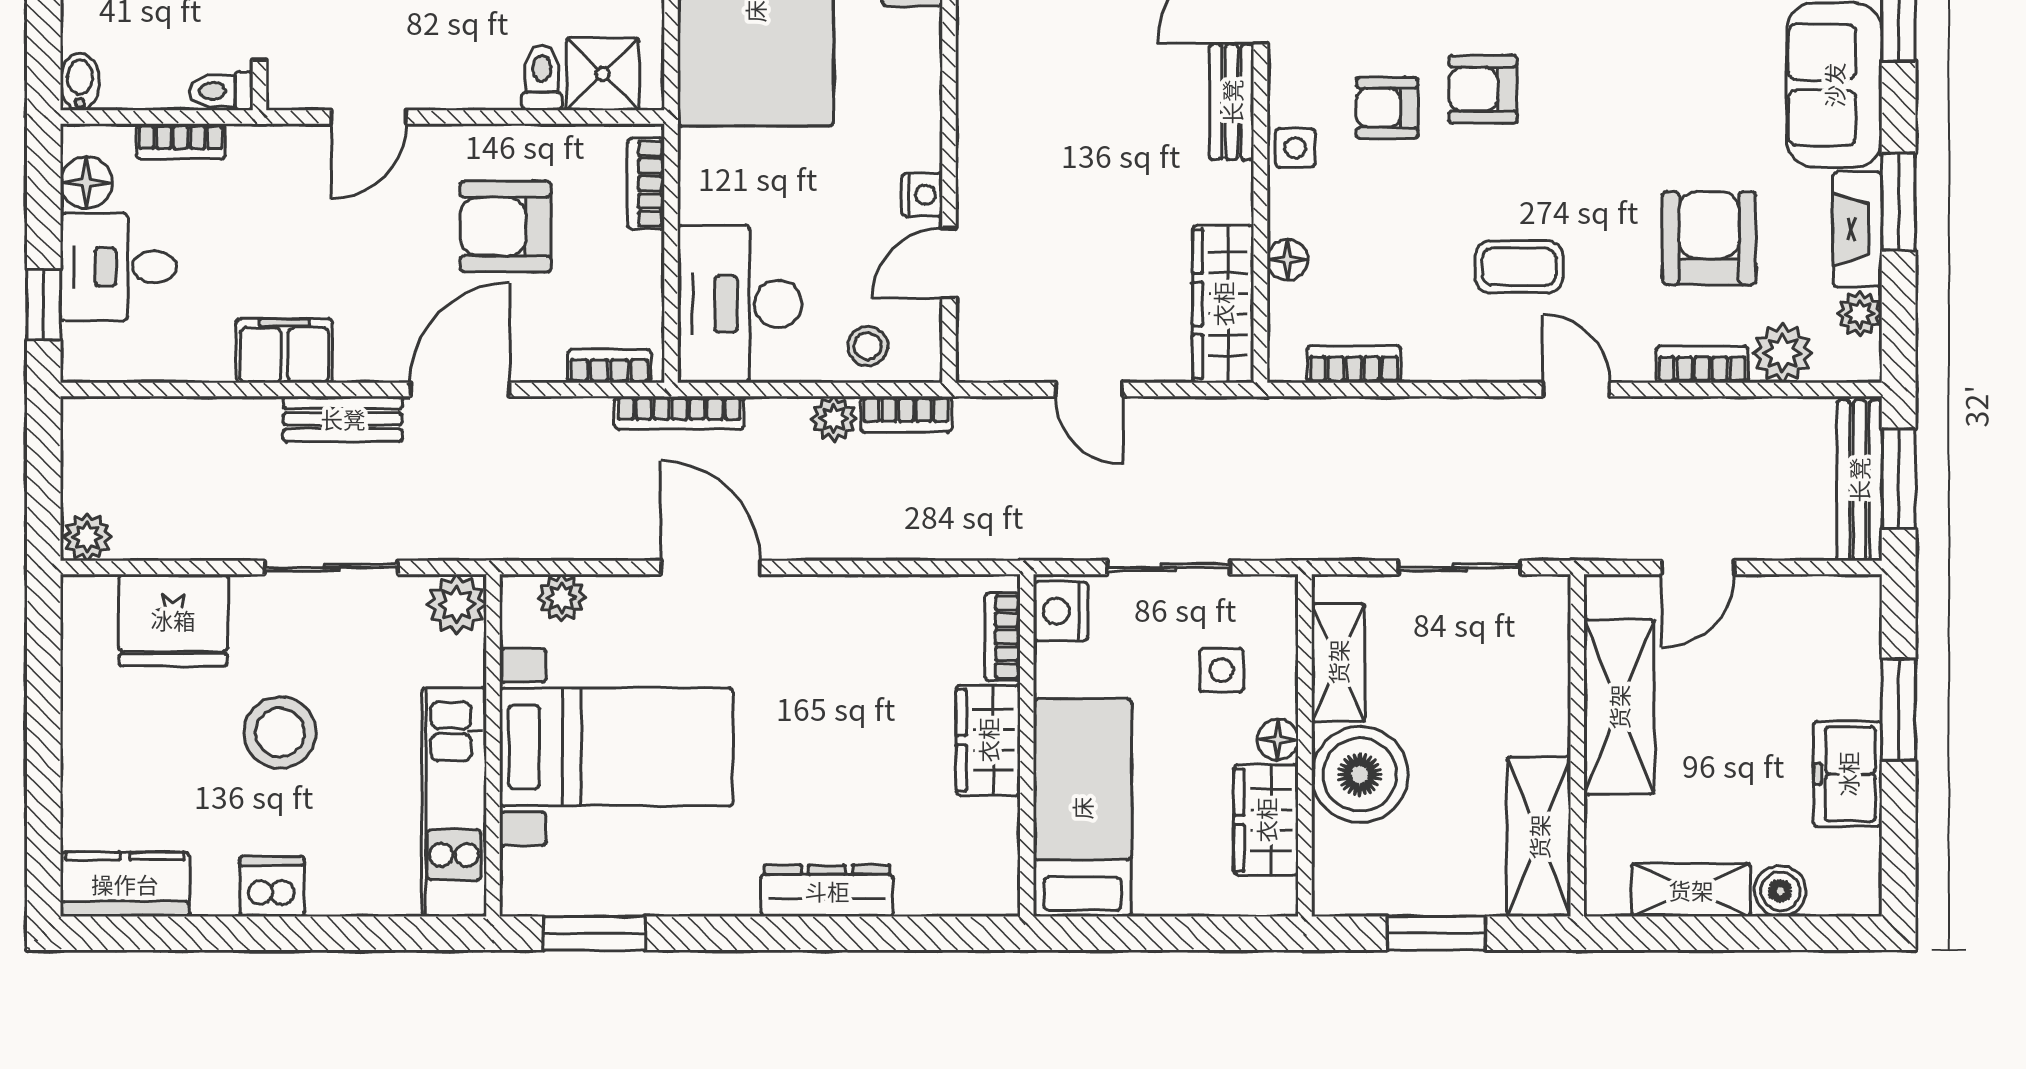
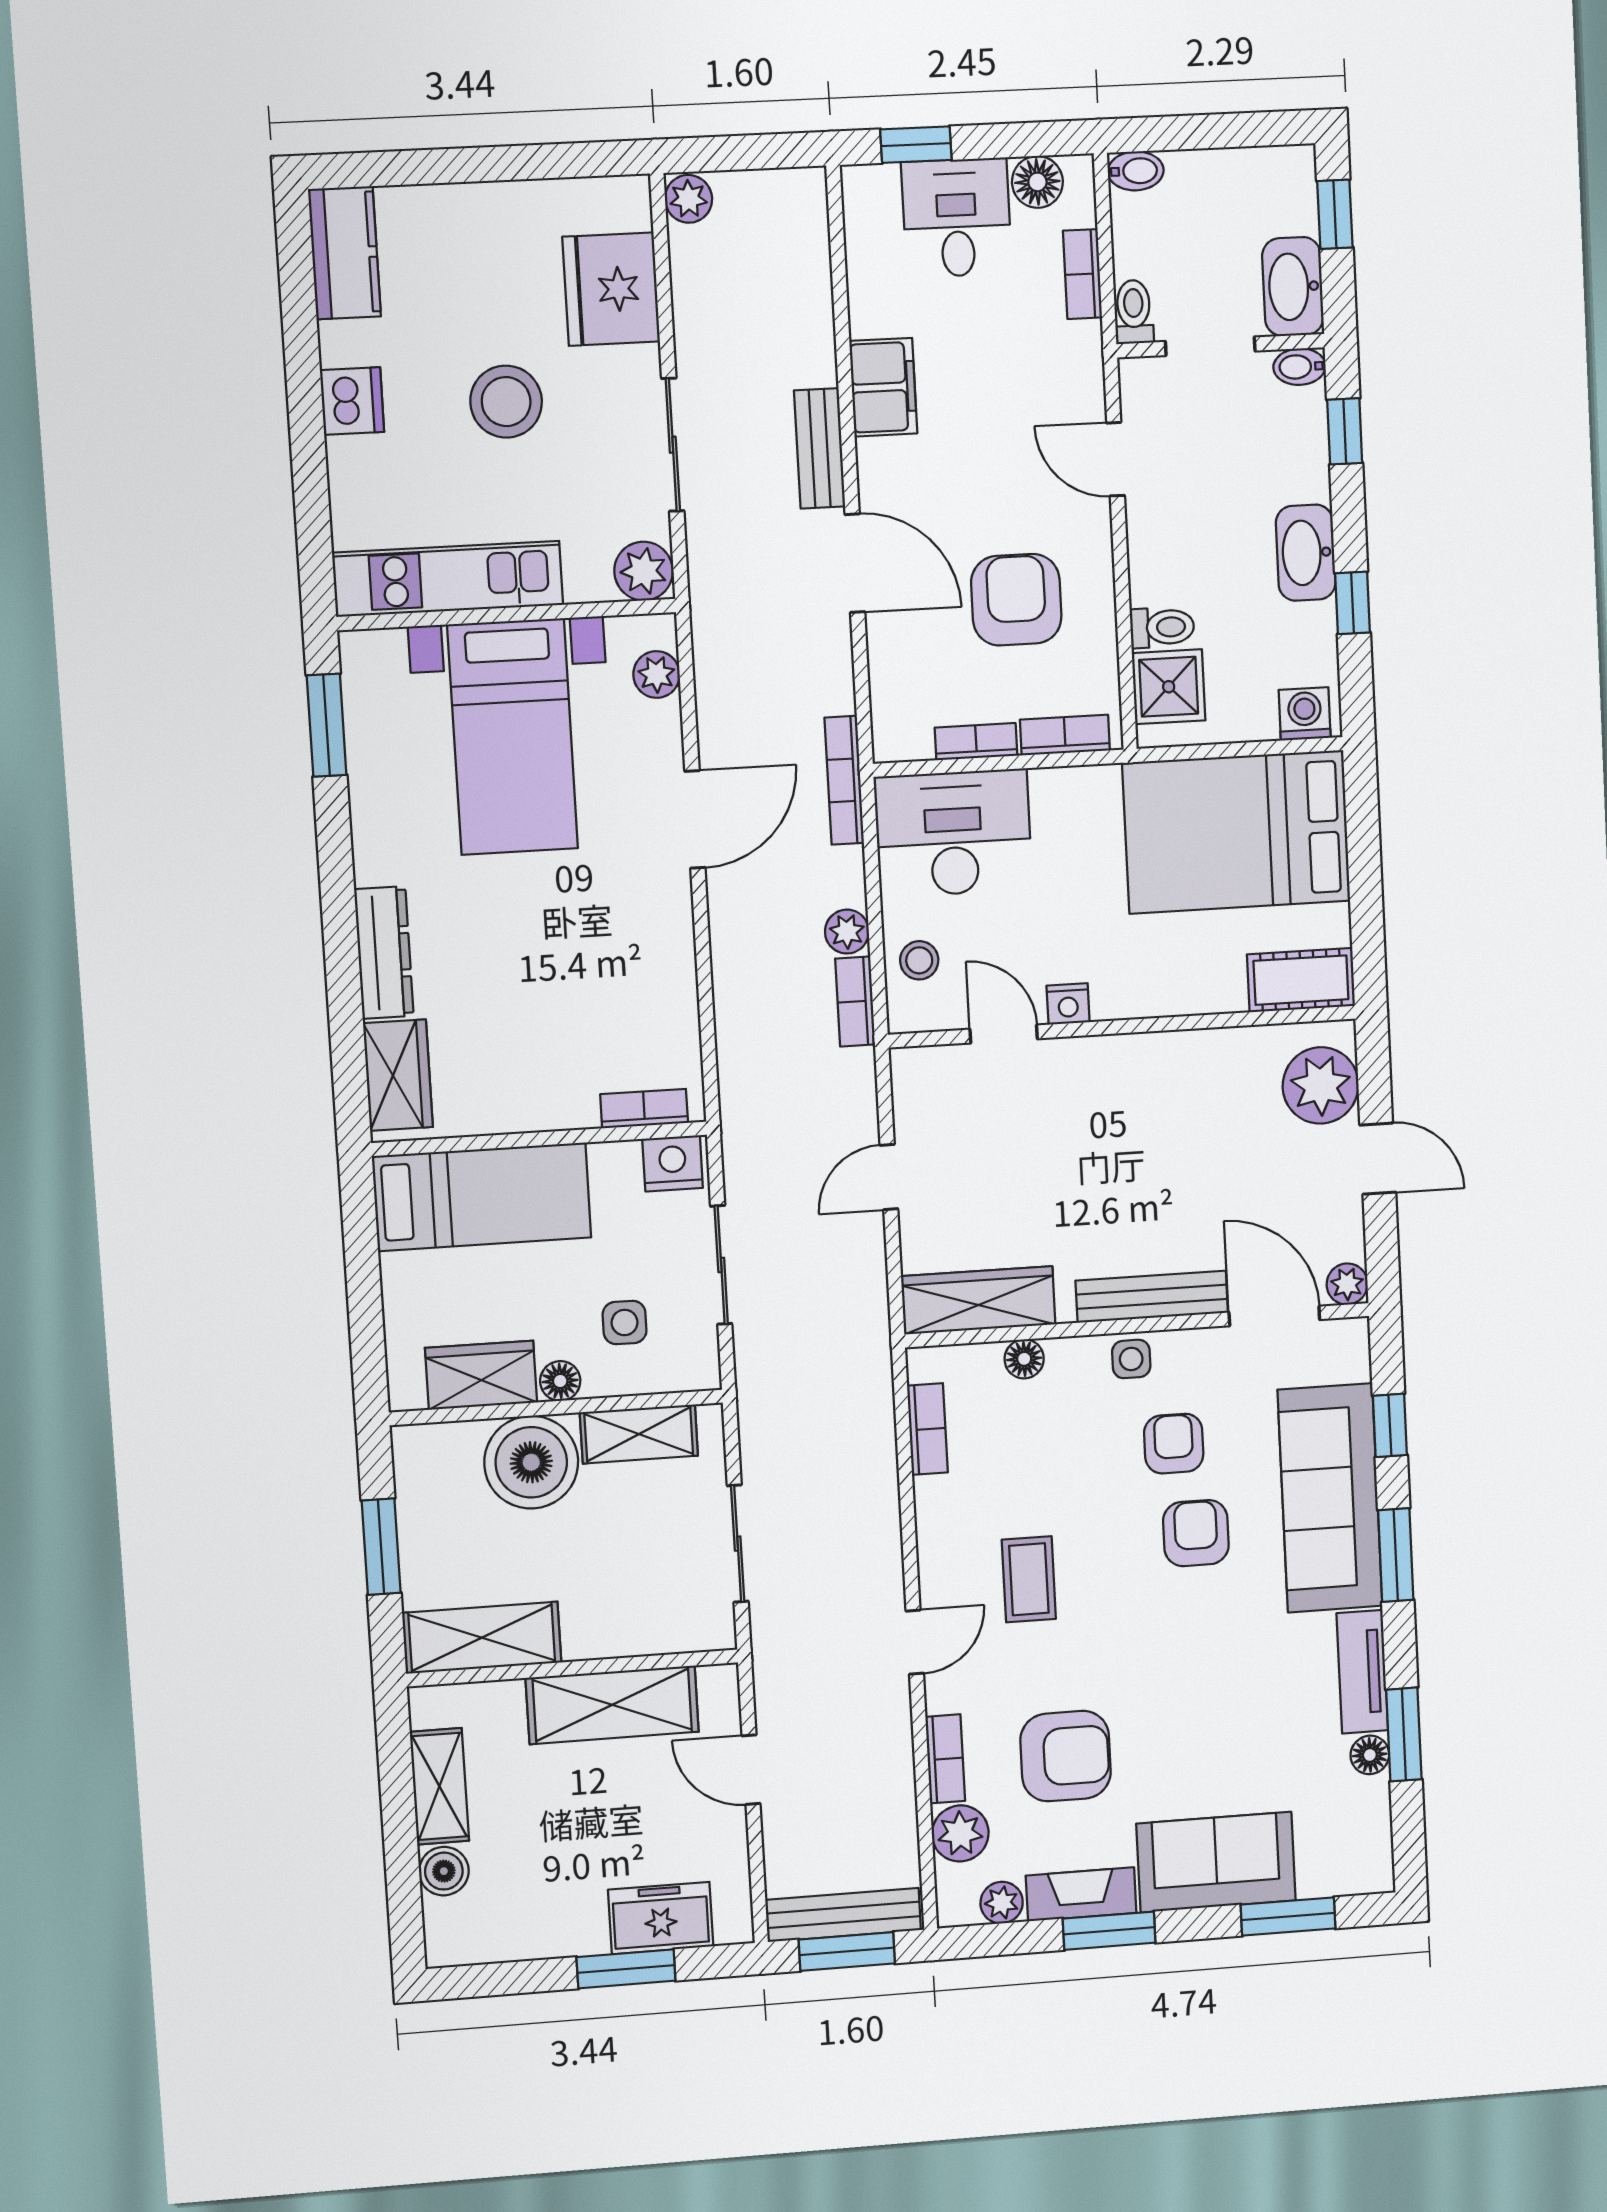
bench: (1232, 102) -> (1152, 1297), width x1.36
bookcase: (609, 366) -> (976, 742), moved, turned -90
wardrobe: (988, 740) -> (398, 1075), moved, turned 90
freezer: (1848, 774) -> (661, 1918), moved

